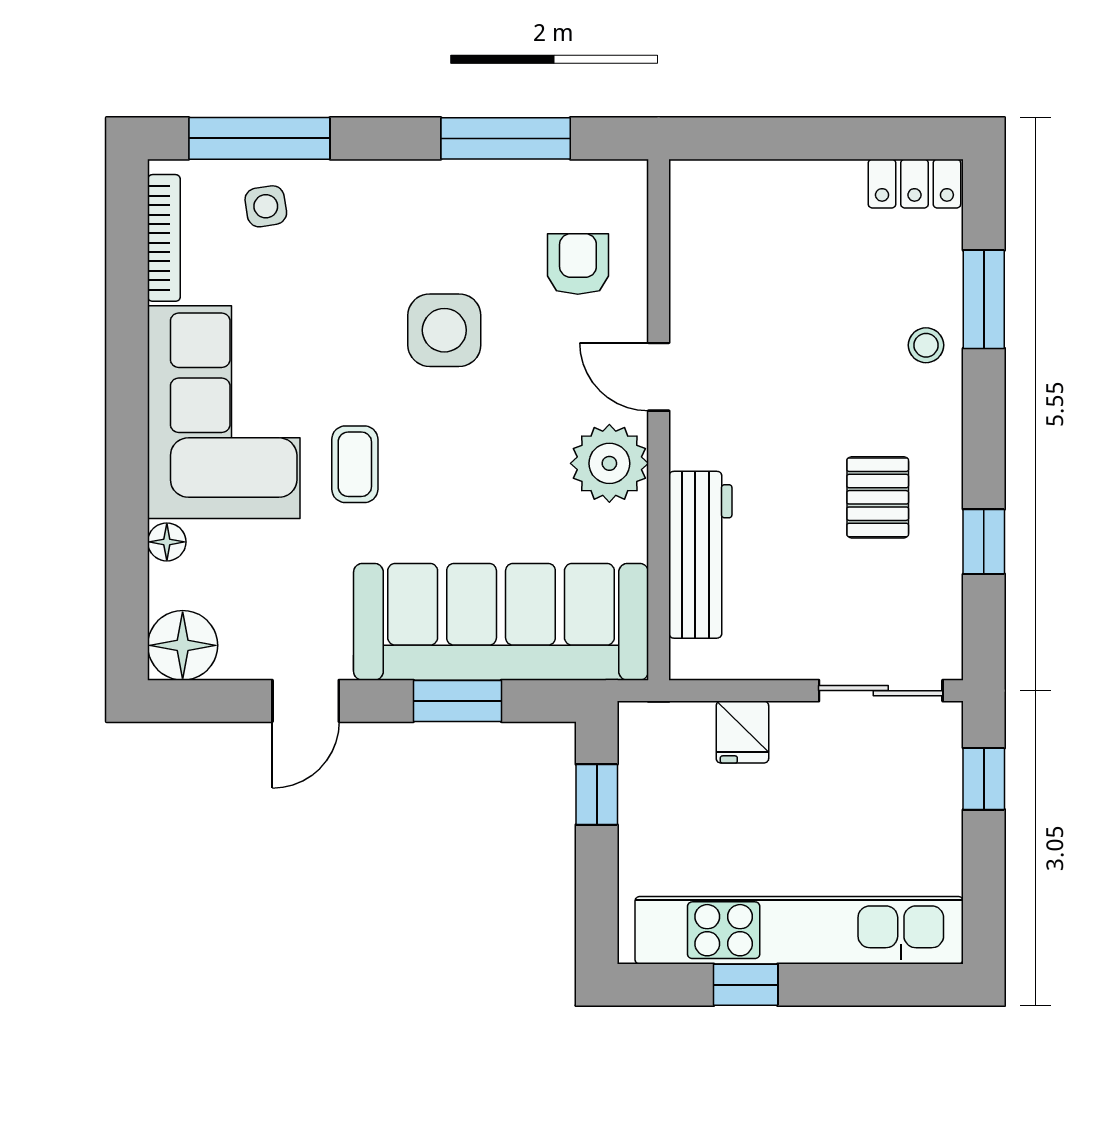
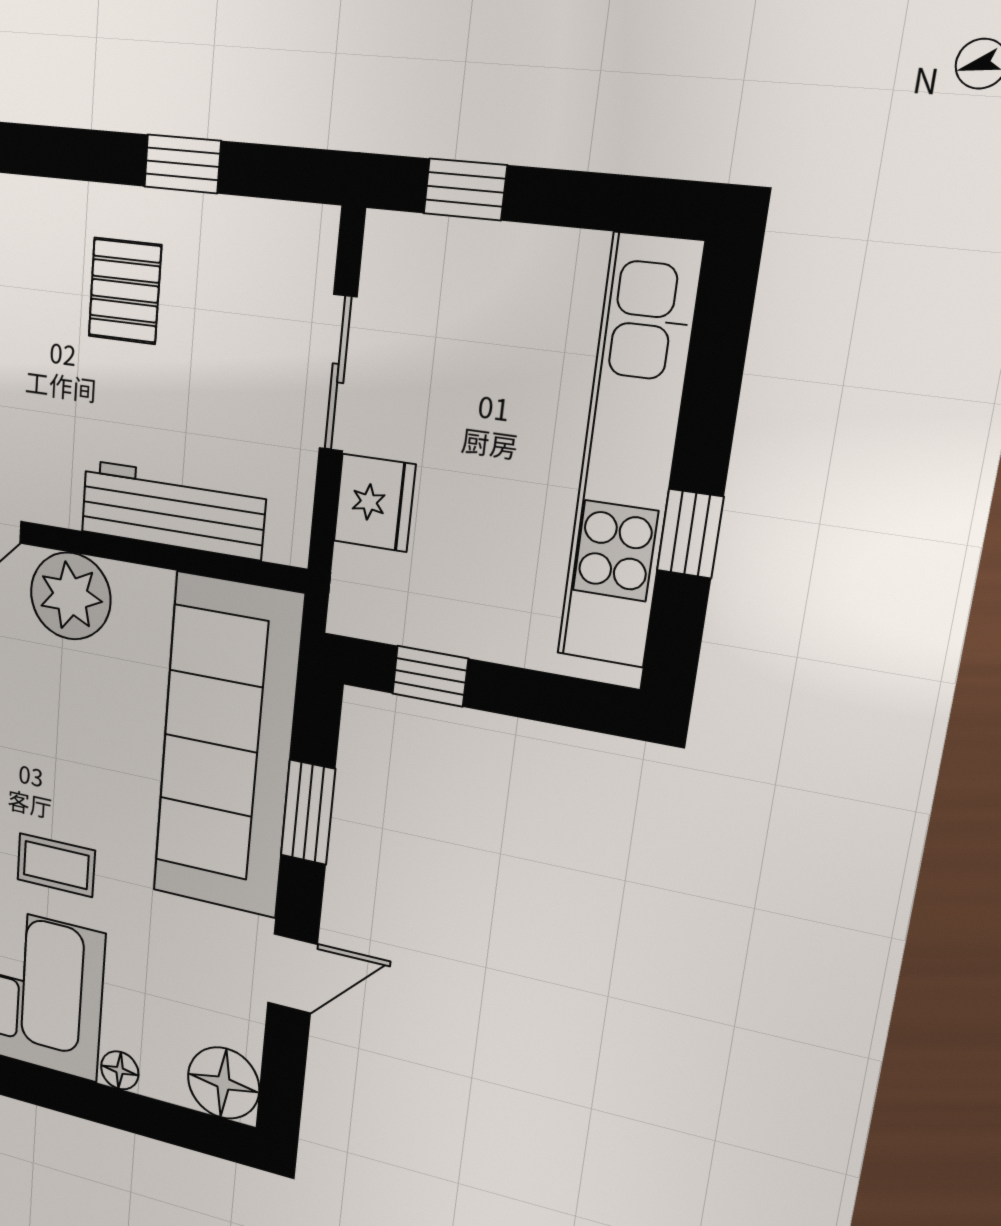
pallet: (878, 497) -> (125, 291), turned 90
sliding door: (881, 691) -> (338, 373), moved
door: (306, 701) -> (292, 974), hinge flipped
fridge: (742, 732) -> (374, 503), width x1.38

